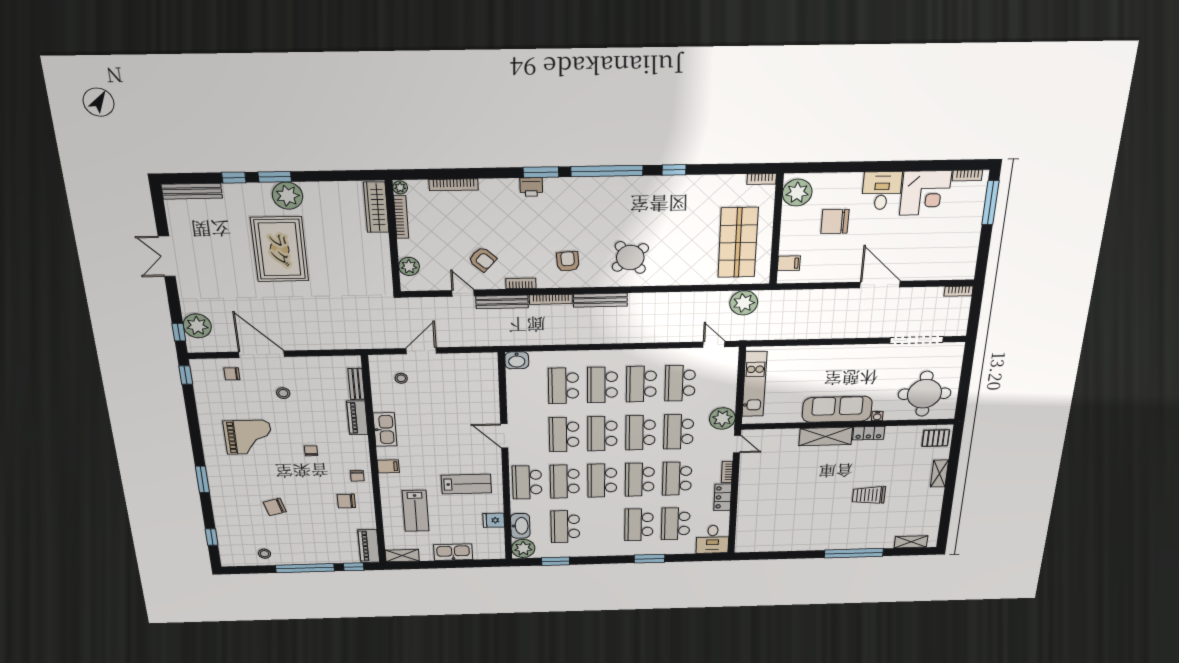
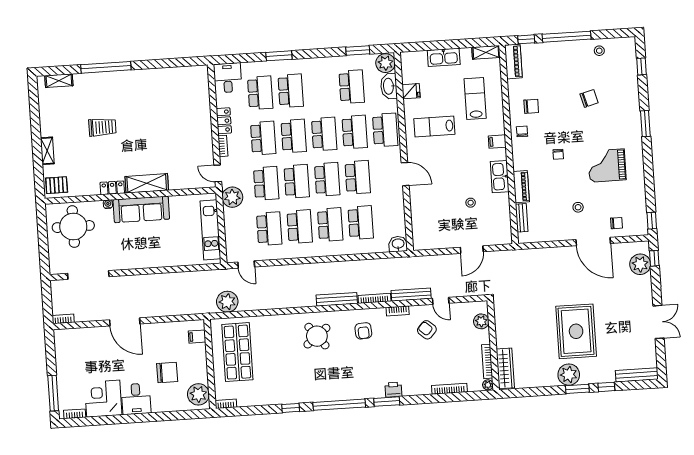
stool: (401, 378) -> (471, 203), moved

